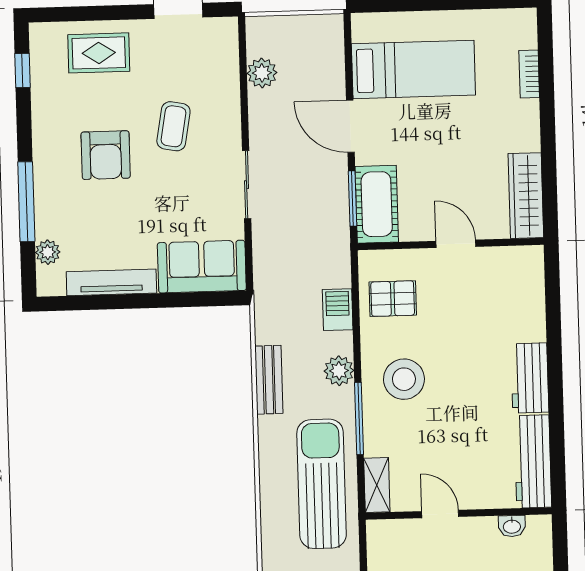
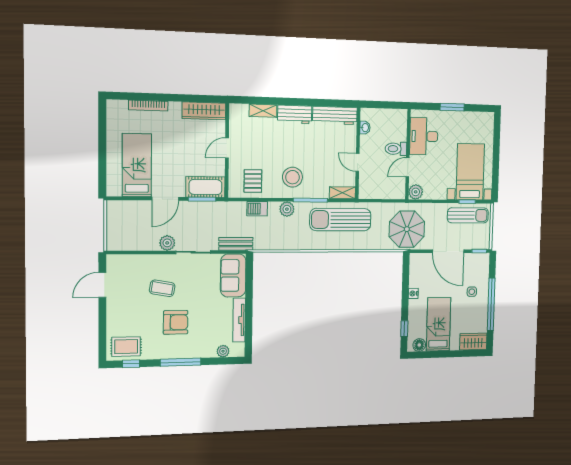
rug: (99, 53) -> (126, 347), moved, turned 90
plant: (262, 73) -> (167, 243), moved
bookcase: (529, 74) -> (148, 106), width x1.56
window: (26, 202) -> (181, 362), moved
shelving: (533, 313) -> (263, 111), added
bench: (269, 380) -> (236, 244), moved
door: (440, 514) -> (357, 162), hinge flipped

